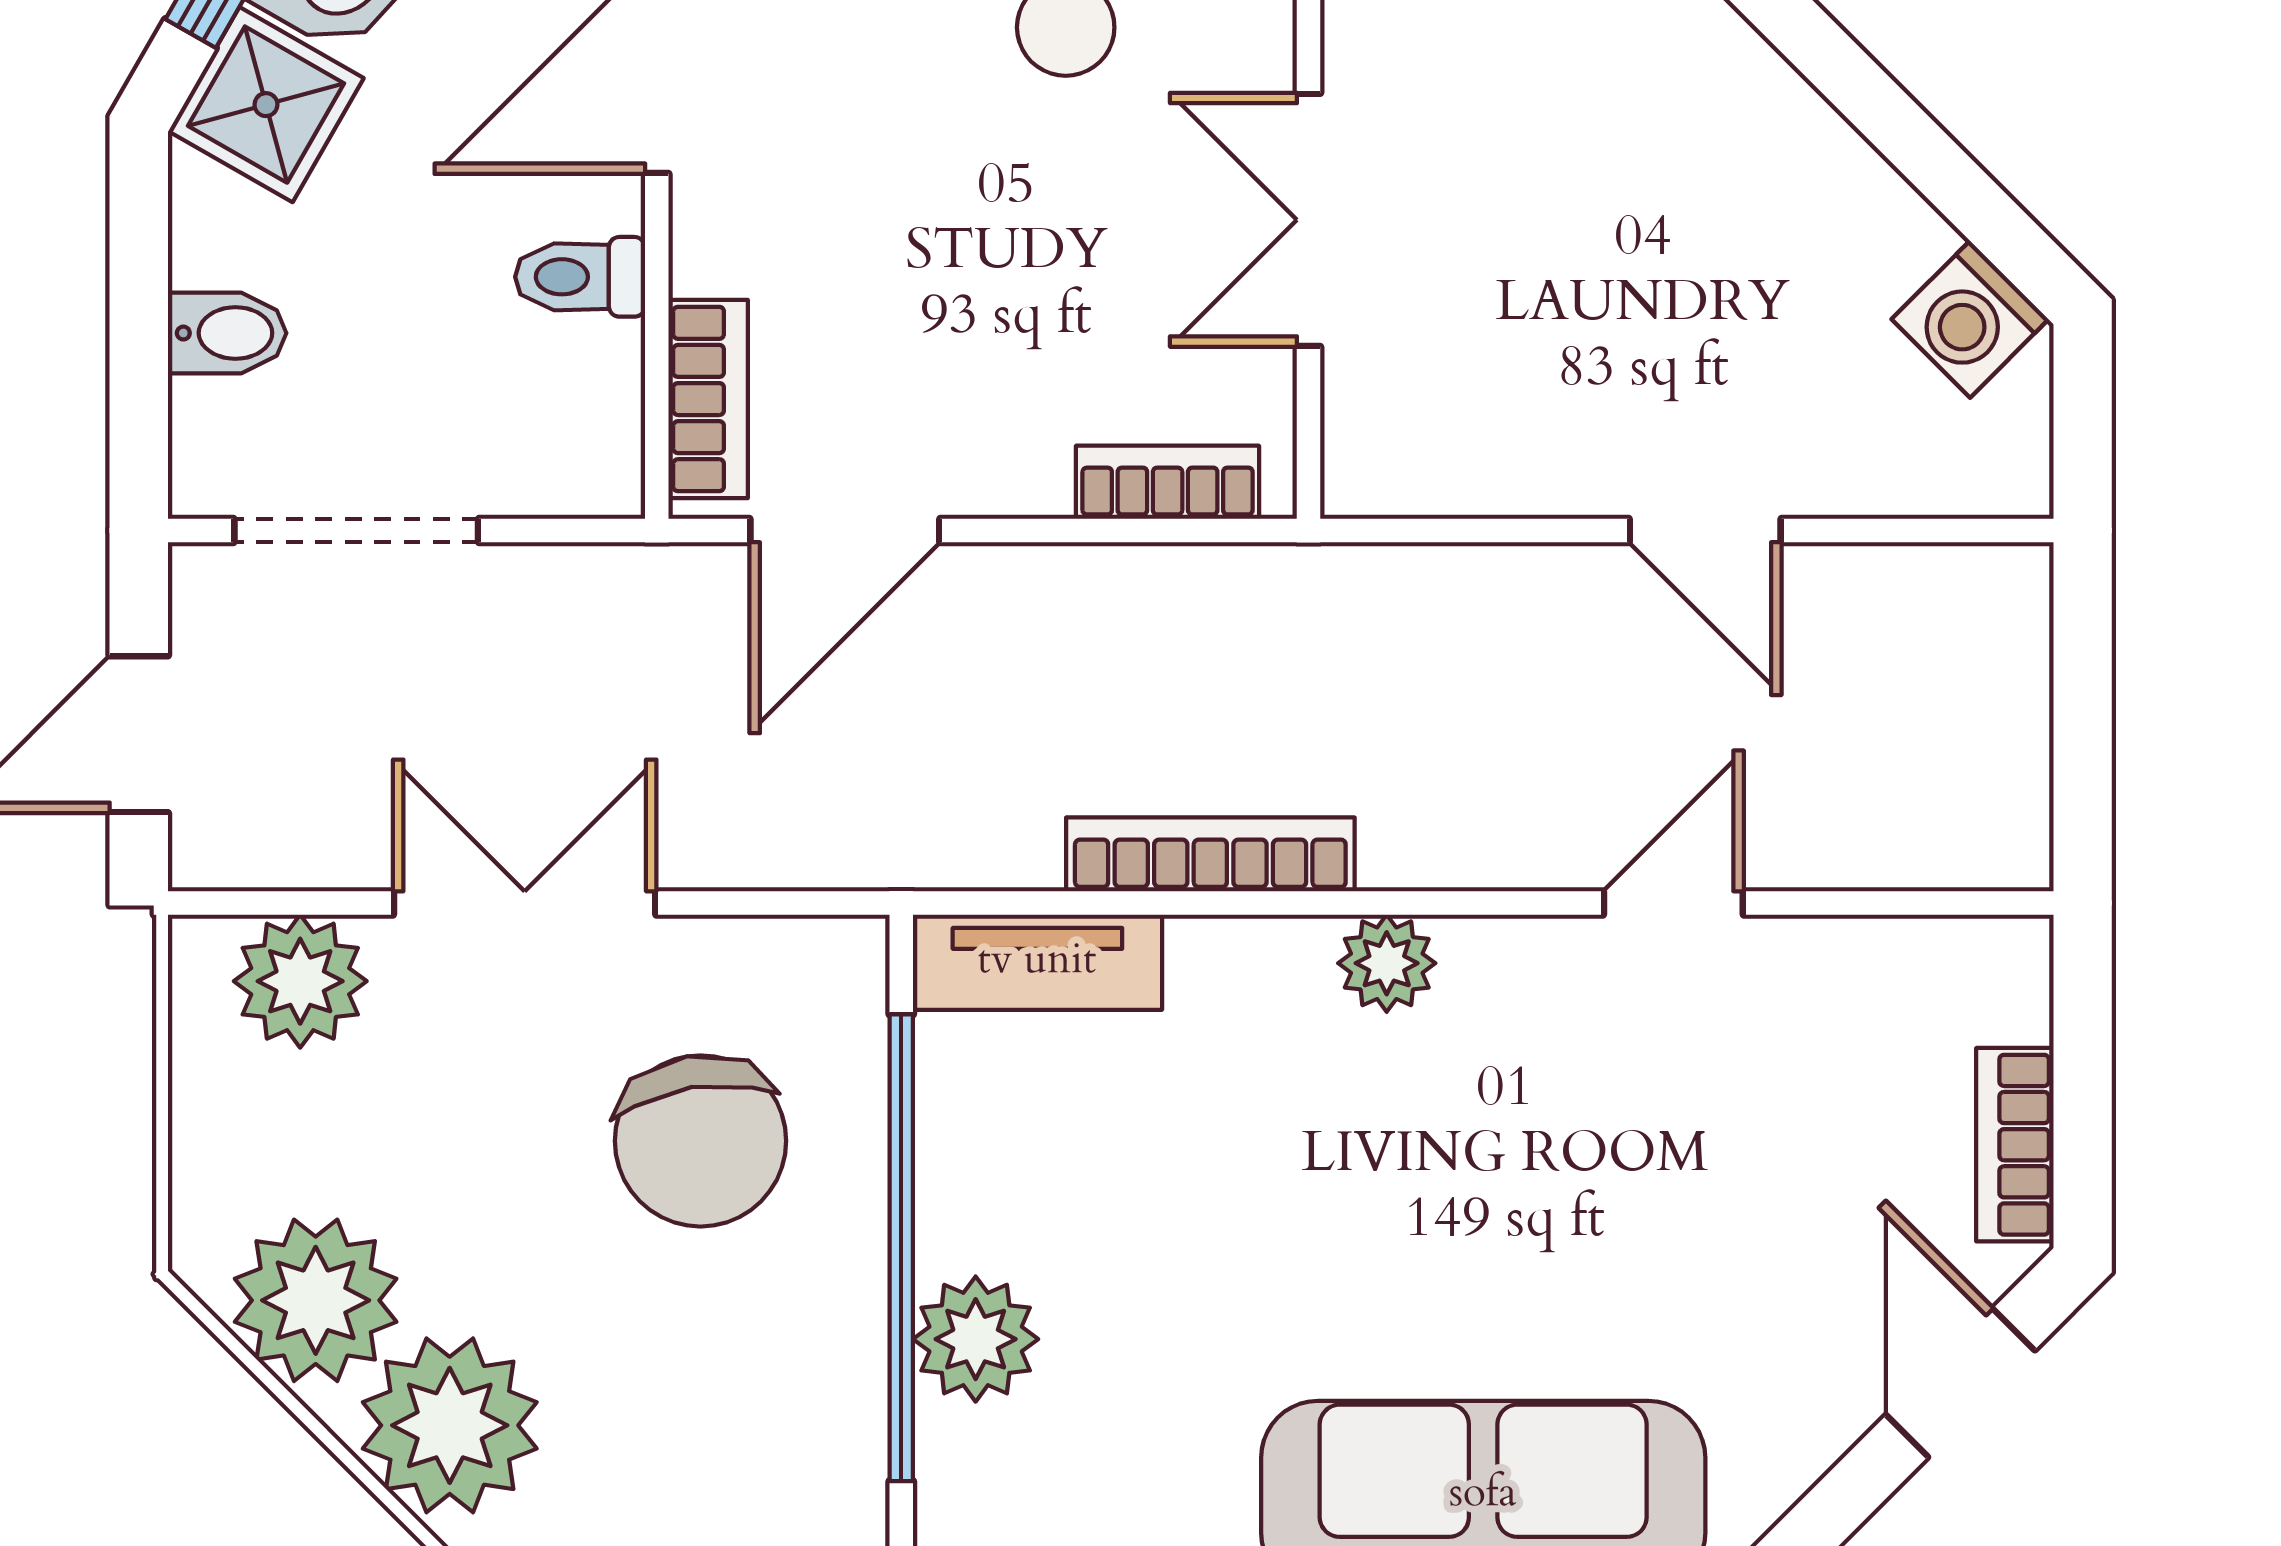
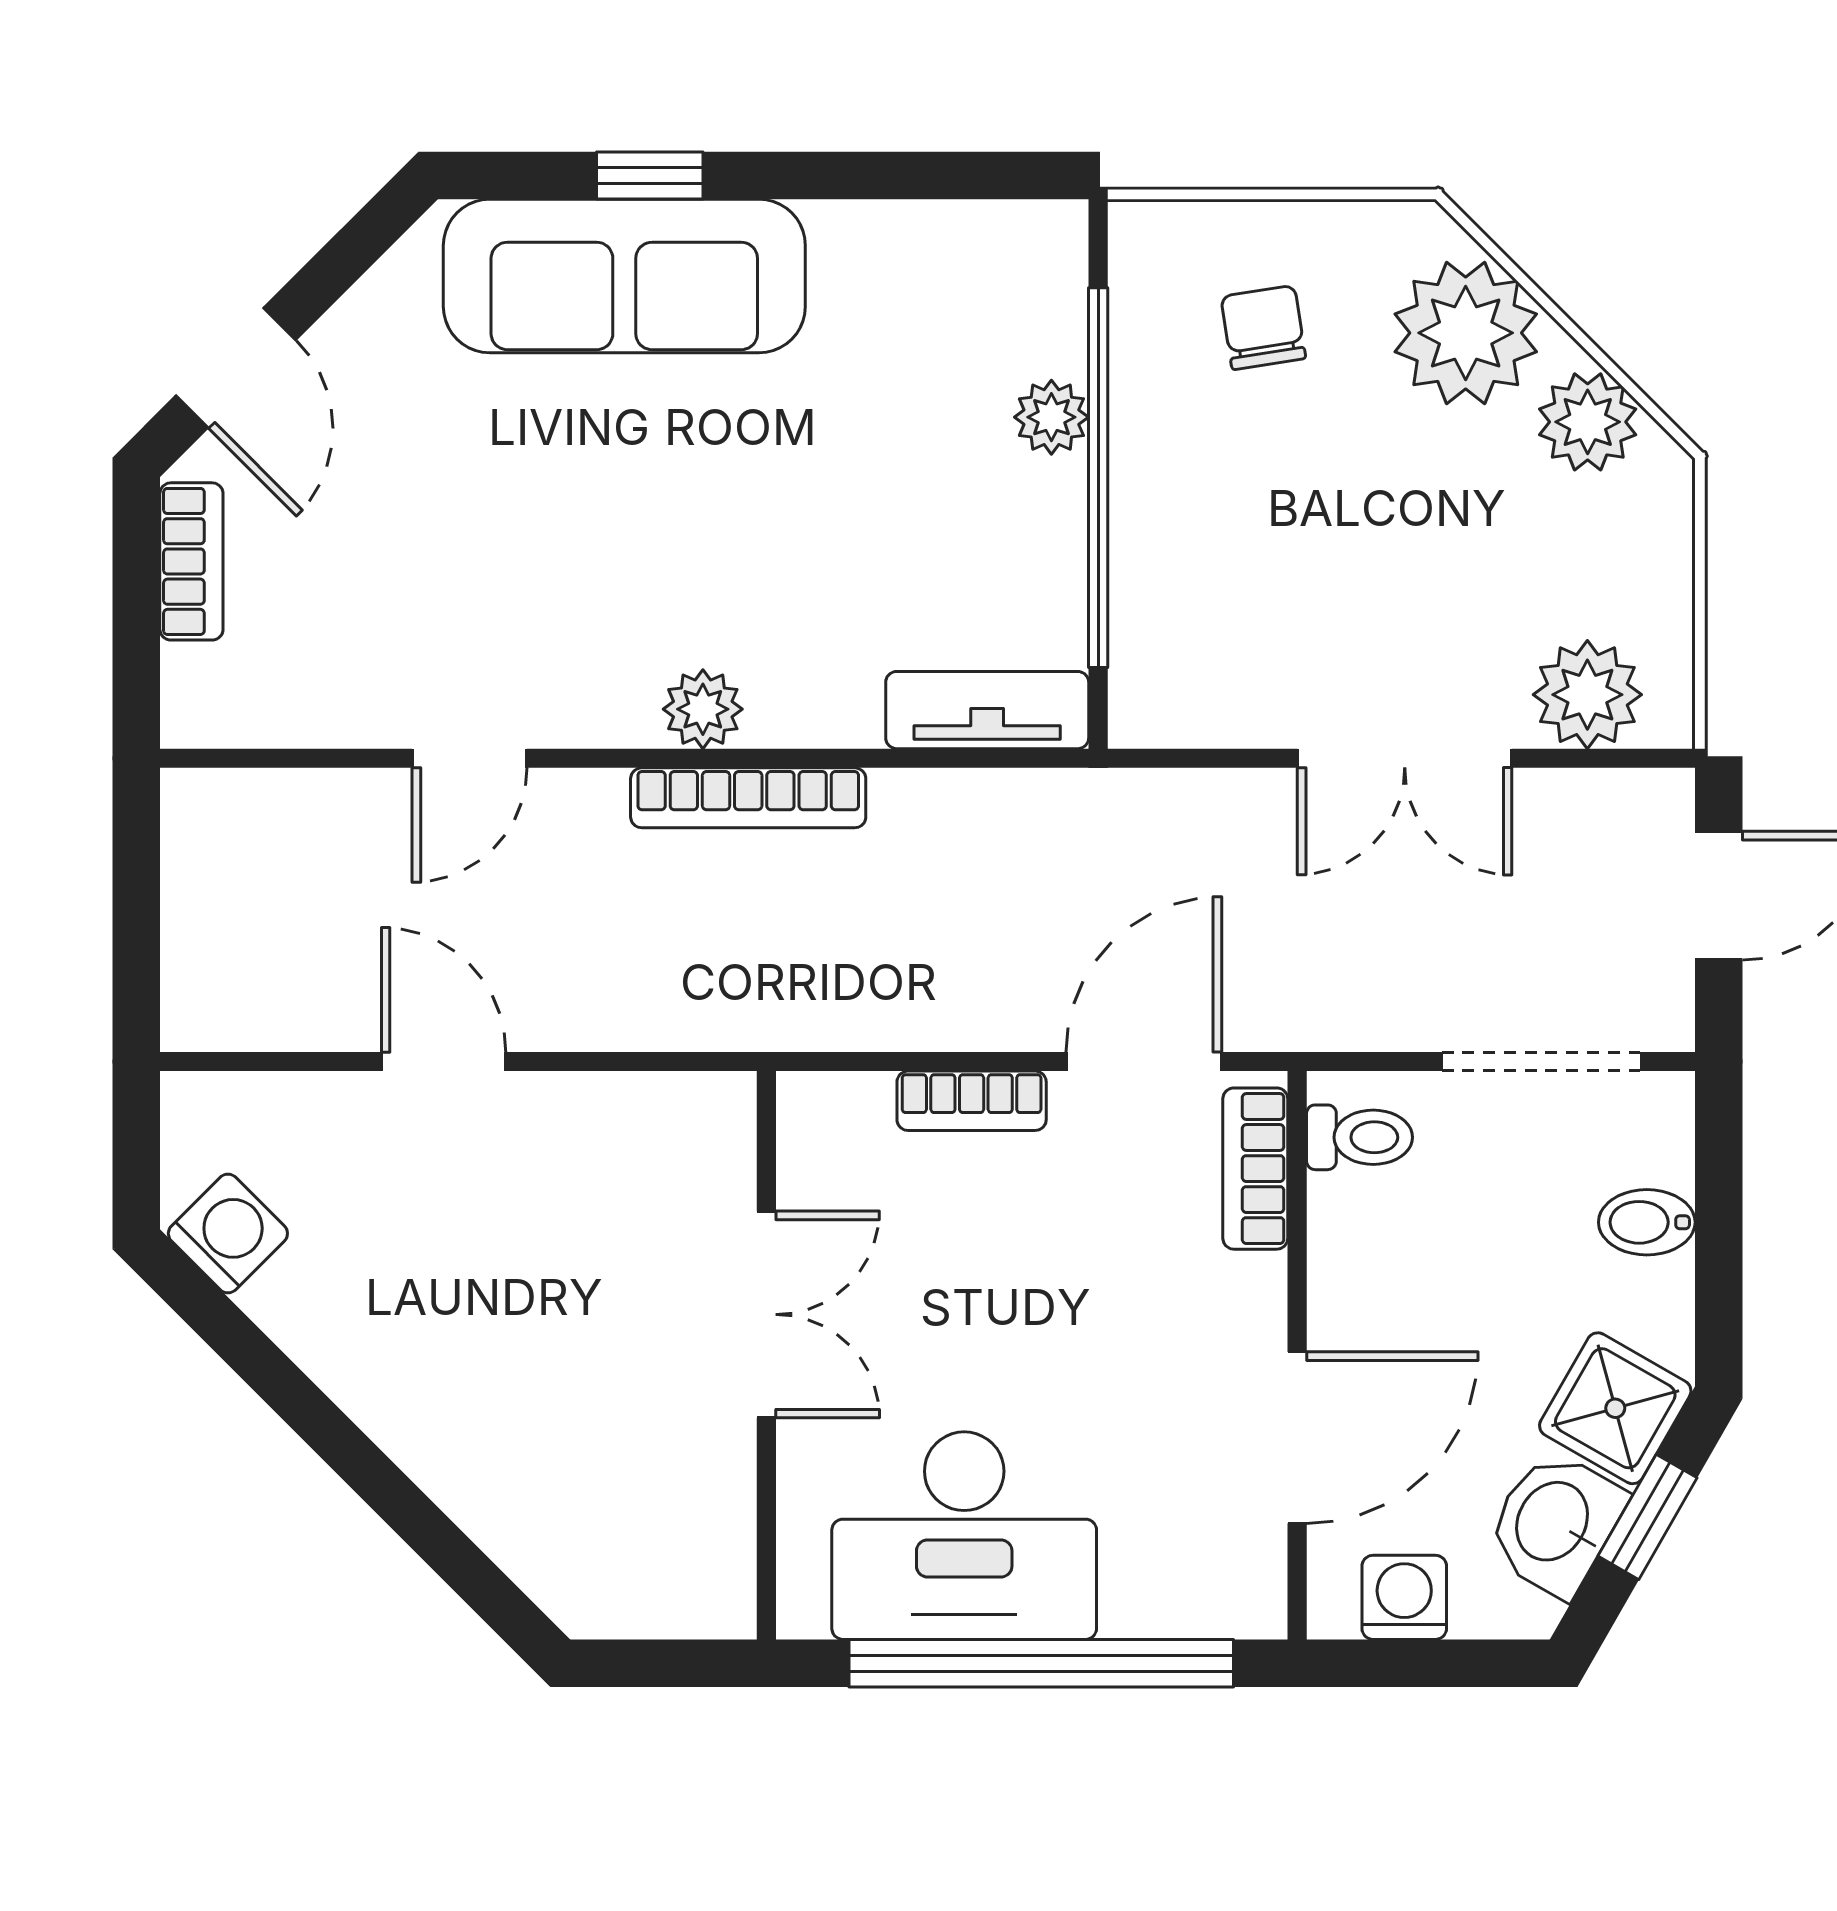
toilet: (580, 277) -> (1360, 1137), moved
bookcase: (1168, 482) -> (972, 1101), moved
bookcase: (1210, 854) -> (748, 798), moved
chair: (700, 1141) -> (1263, 327), moved, width x0.54, depth x0.54
plant: (316, 1300) -> (1588, 422), width x0.73, depth x0.73
plant: (976, 1339) -> (1051, 417), width x0.73, depth x0.73

